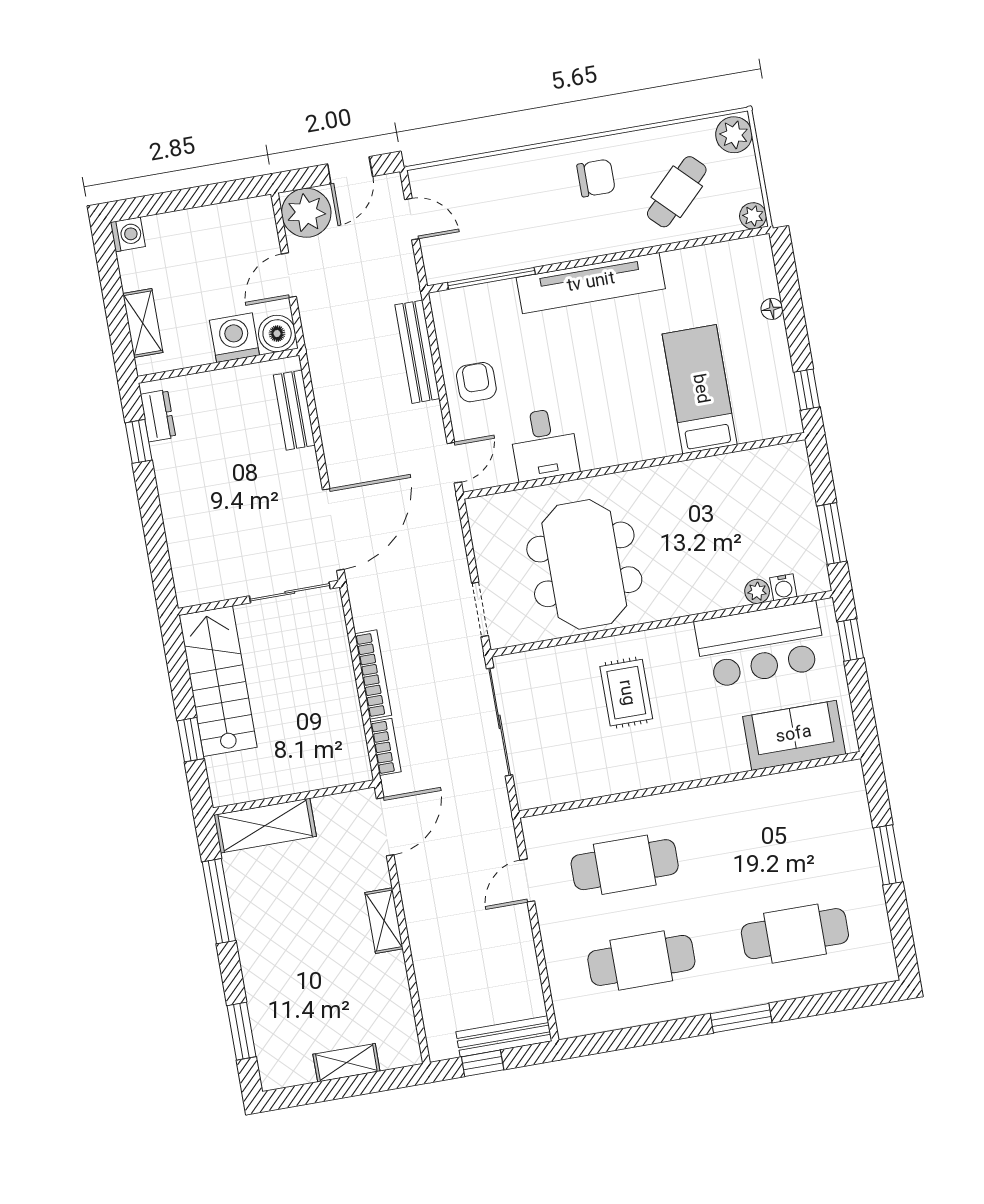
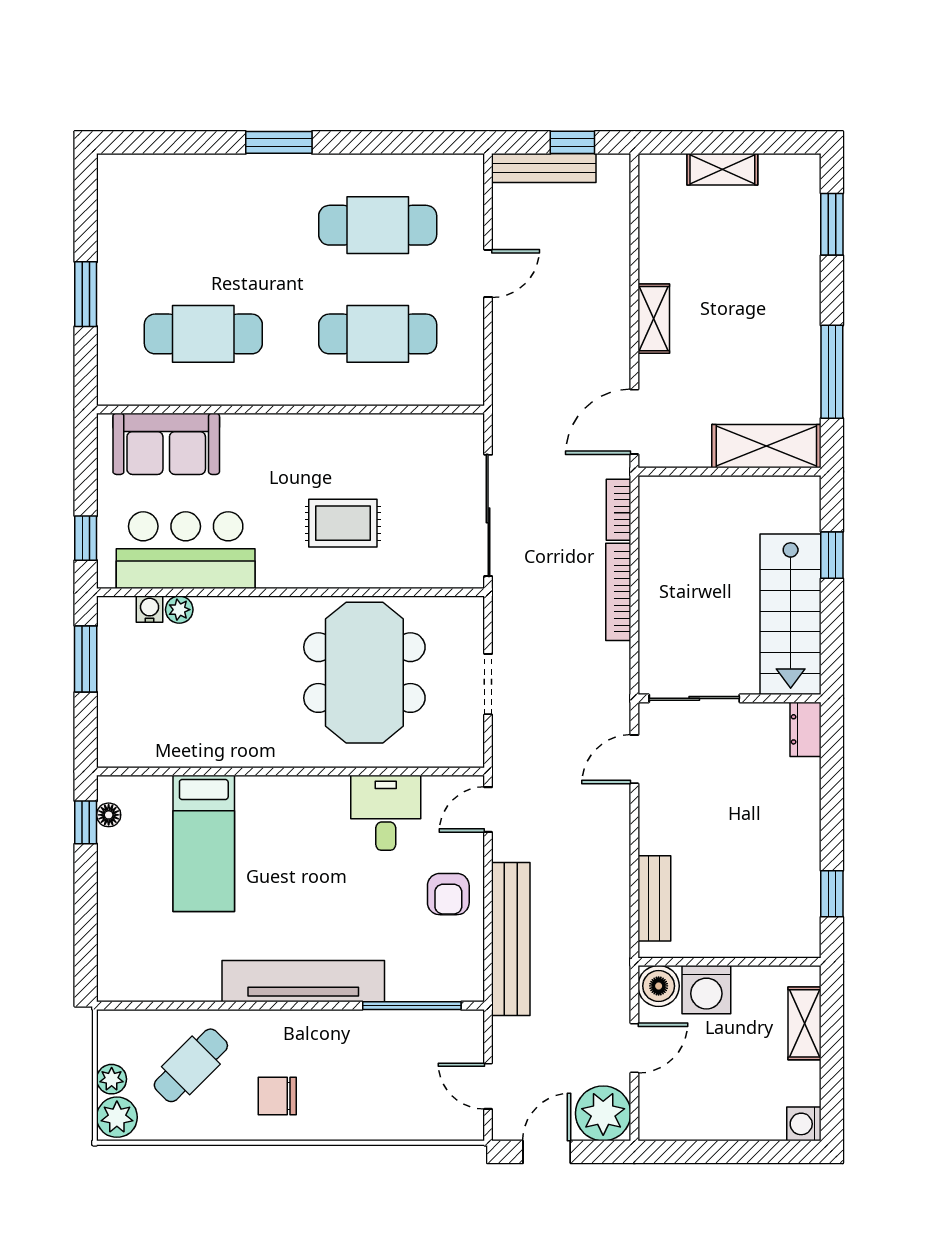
plant: (753, 216) -> (112, 1079), moved
floor lamp: (772, 309) -> (109, 815), moved
bench: (417, 352) -> (511, 939), width x1.37, depth x1.21
dresser: (158, 416) -> (806, 729), moved
door: (333, 530) -> (634, 759), width x0.53
doorway: (480, 609) -> (488, 684), moved
rug: (626, 693) -> (343, 523), turned 90
door: (527, 881) -> (488, 273), moved
cafe table: (795, 934) -> (203, 334), moved

